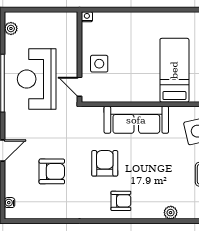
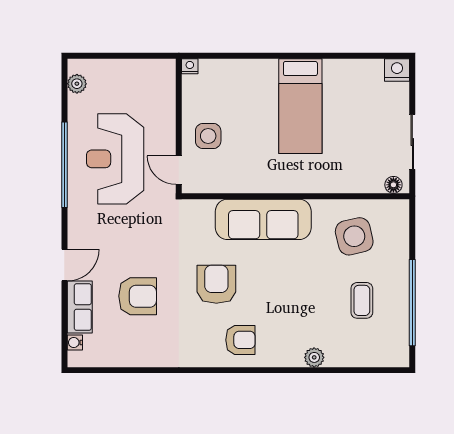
bed: (174, 70) -> (300, 106), moved, turned 180
row of seats: (13, 179) -> (80, 307), added

